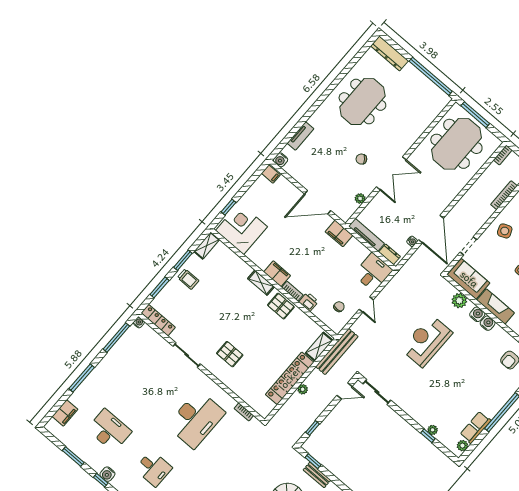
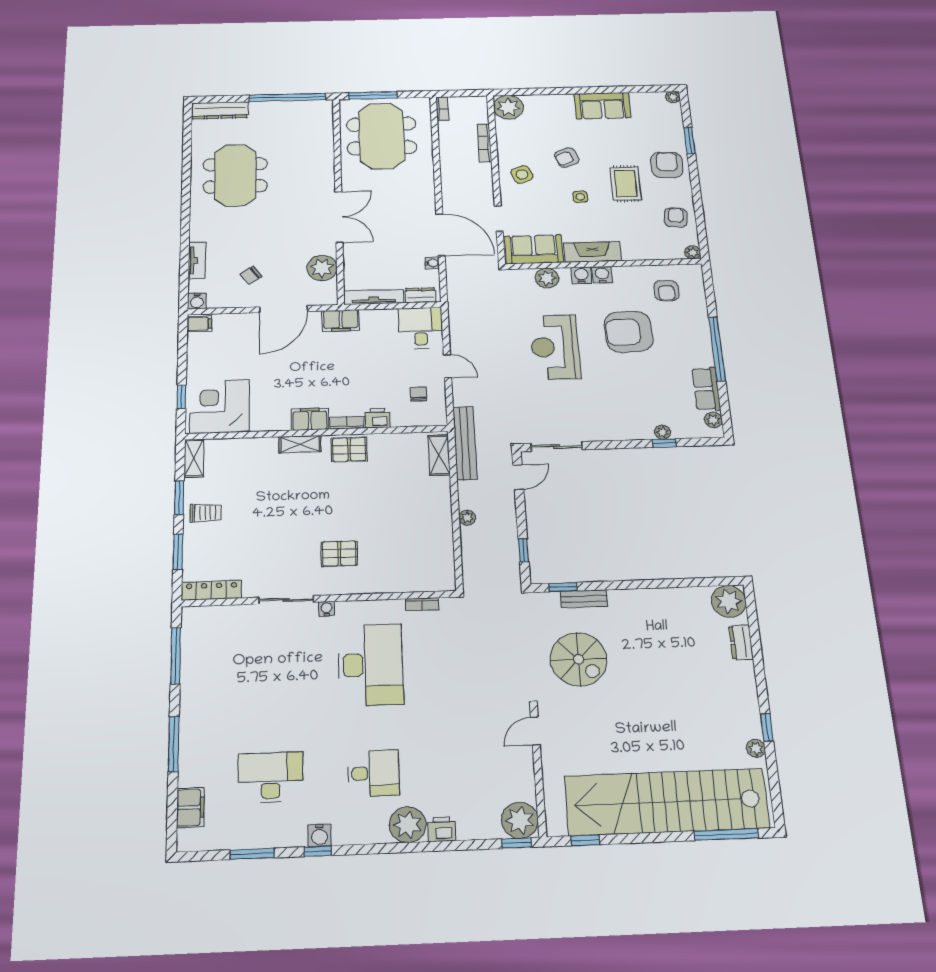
chair: (361, 159) -> (251, 275), moved
plant: (360, 199) -> (322, 268), width x1.87, depth x1.87
water cooler: (139, 323) -> (327, 609), moved
armchair: (469, 365) -> (629, 332), added
locker: (290, 378) -> (439, 519), removed

